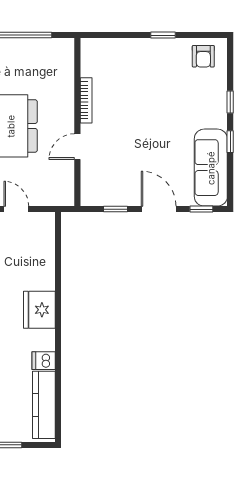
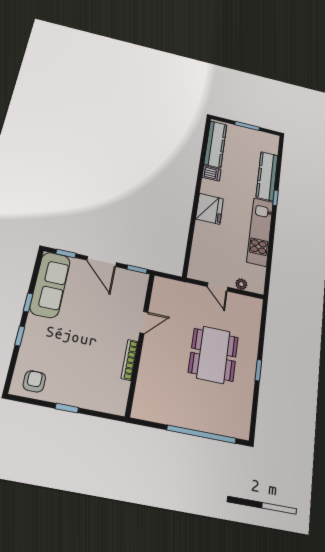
bookcase: (86, 100) -> (129, 360), moved
wall: (77, 122) -> (140, 343), moved
door: (77, 147) -> (144, 322), moved

